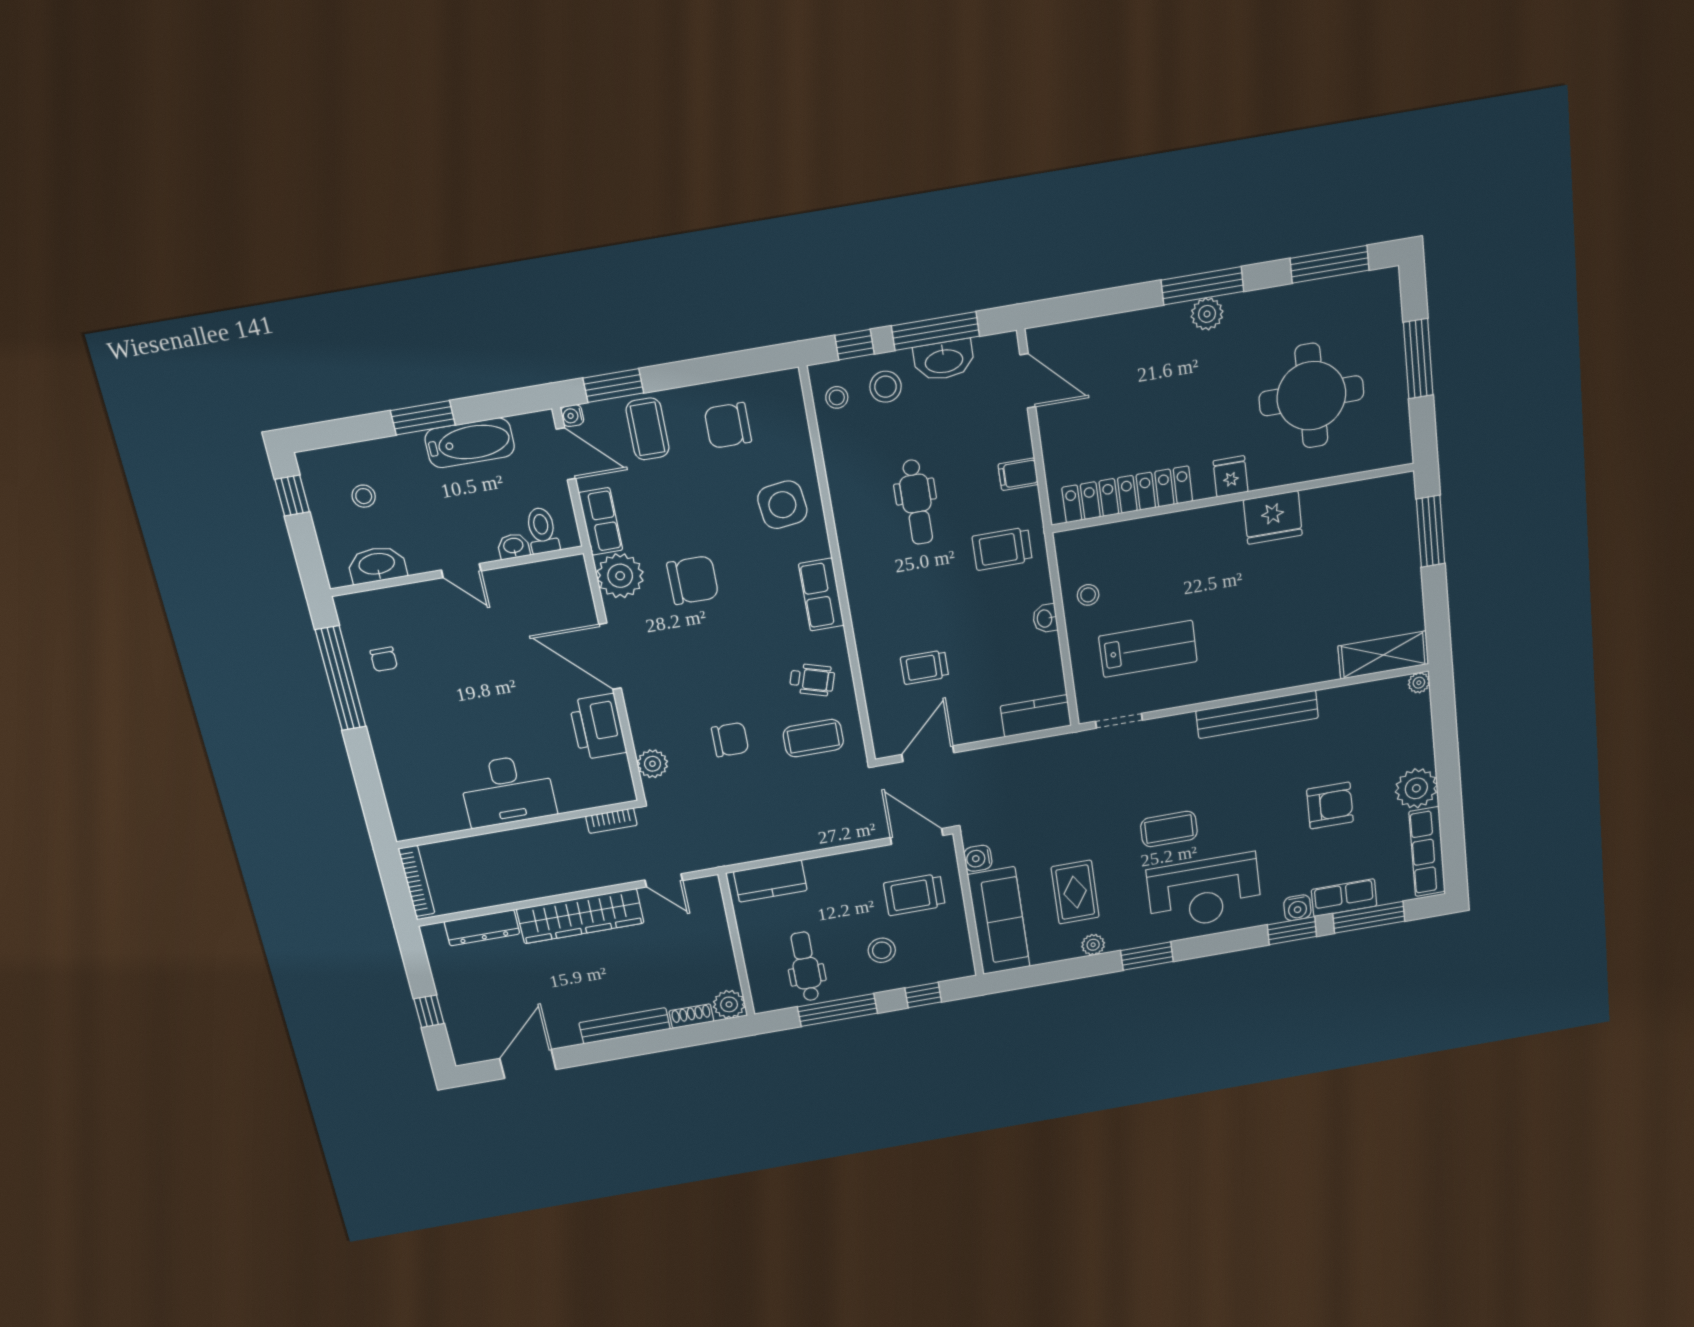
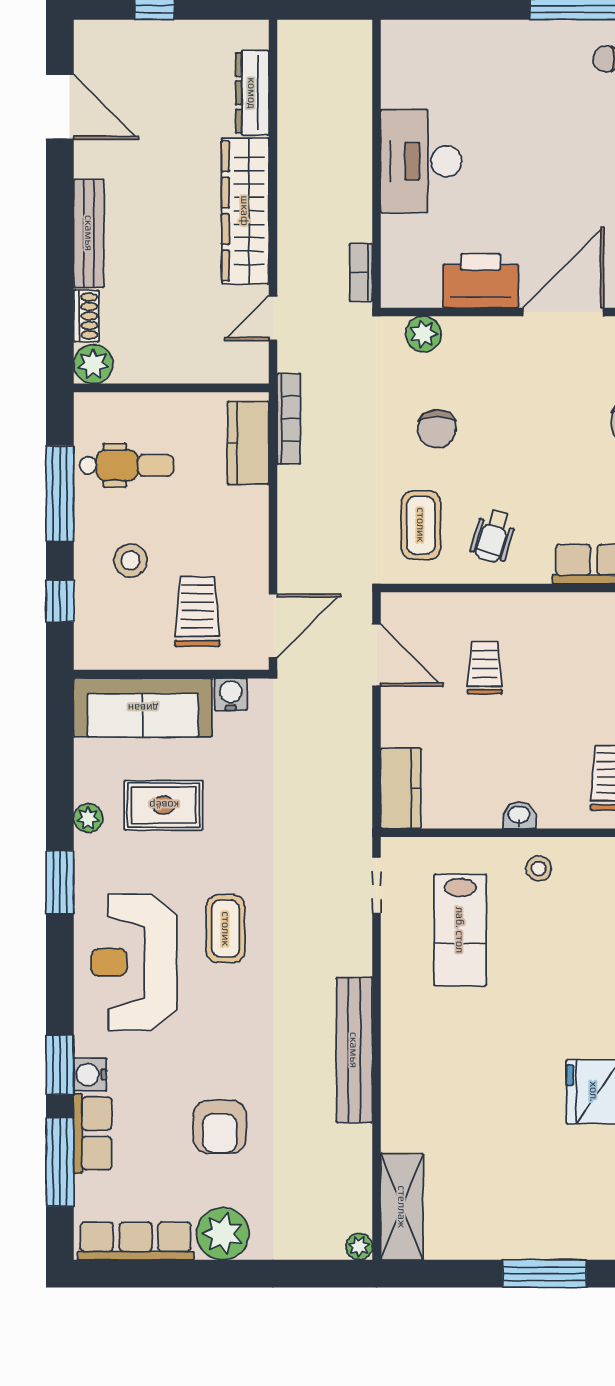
bookcase: (417, 881) -> (289, 419), moved, turned -90

